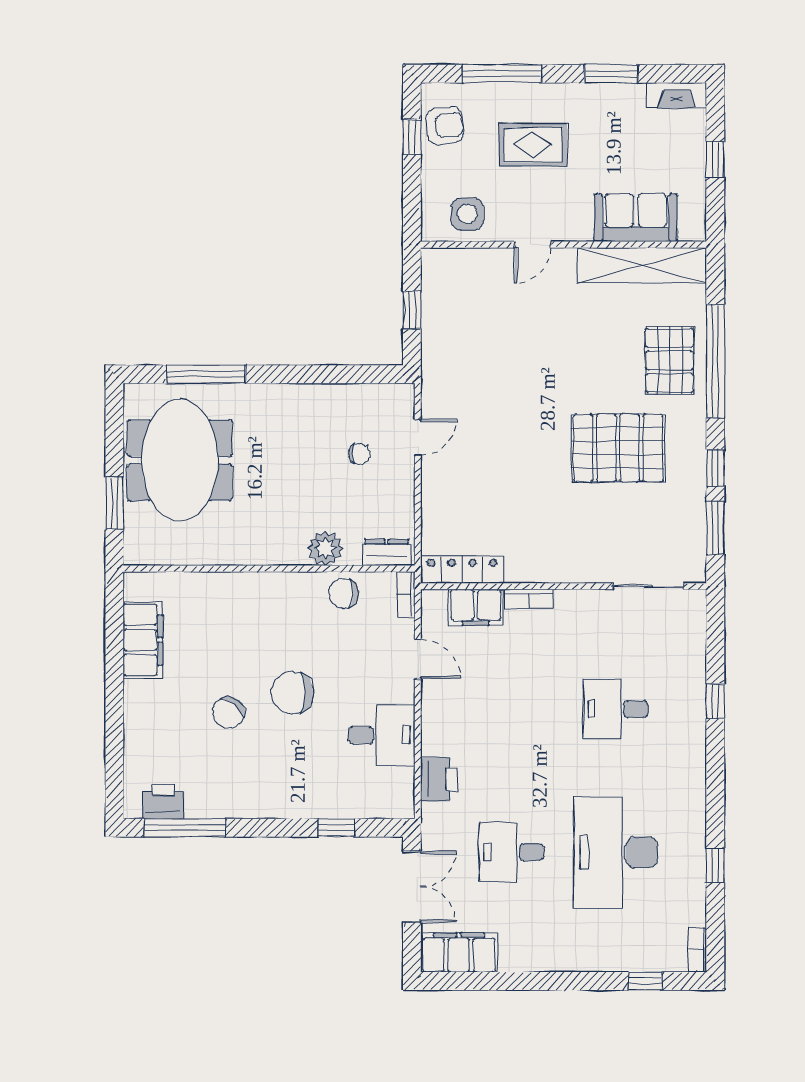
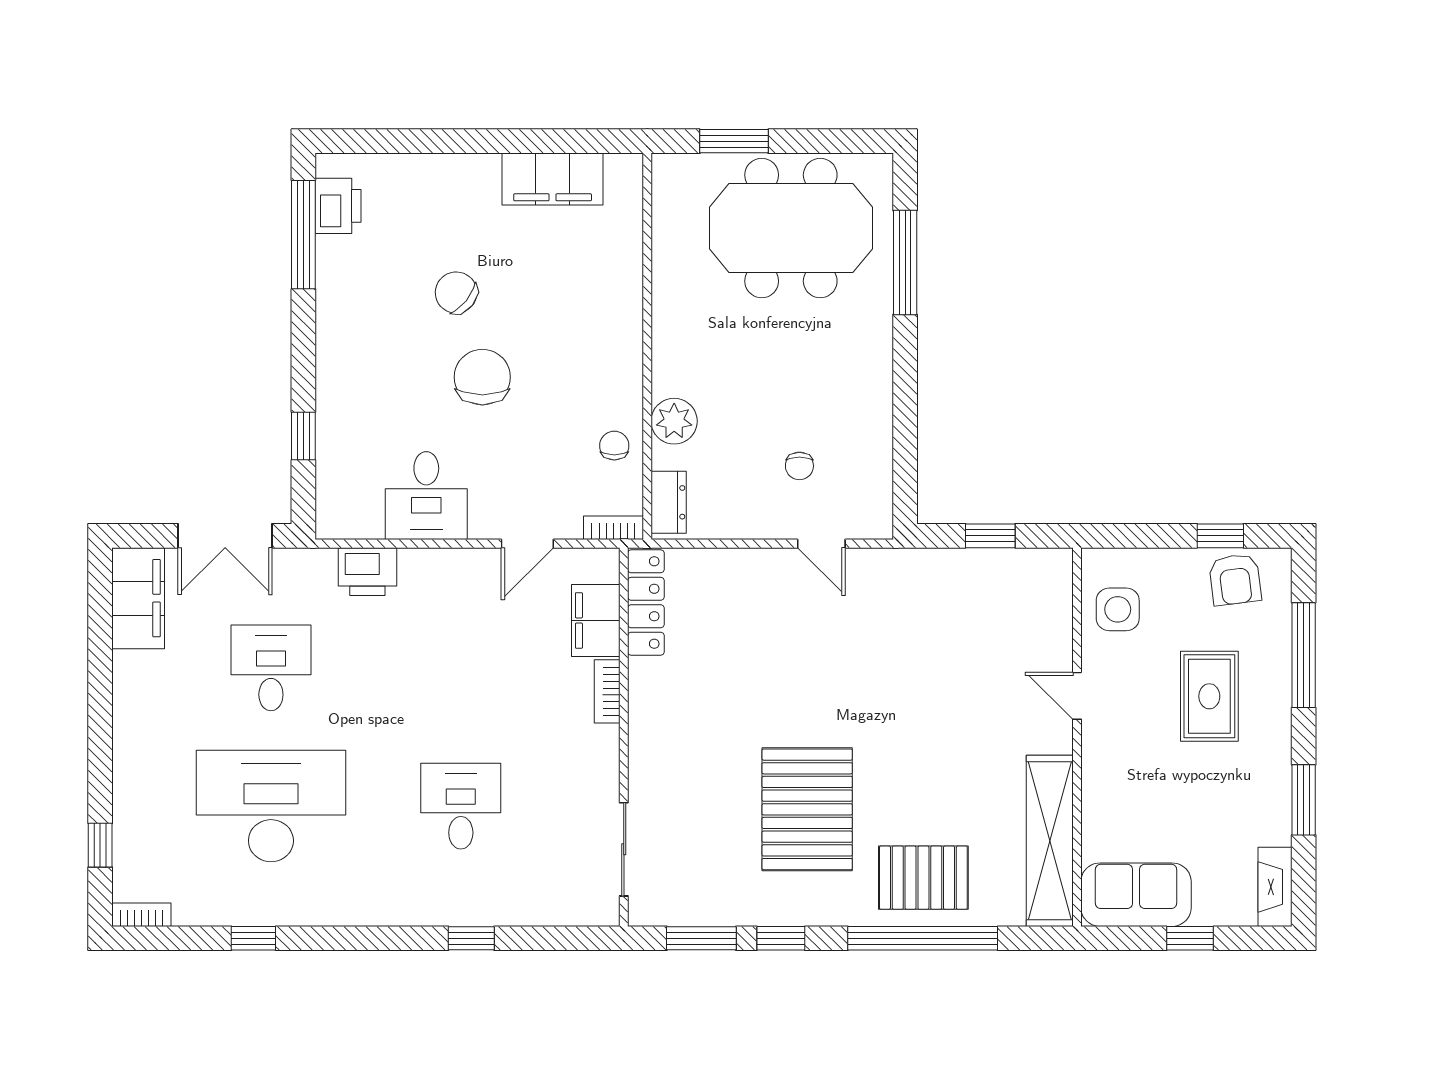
sofa: (636, 218) -> (1136, 895), moved, turned -90
chair: (344, 593) -> (614, 446), width x0.73, depth x0.73

